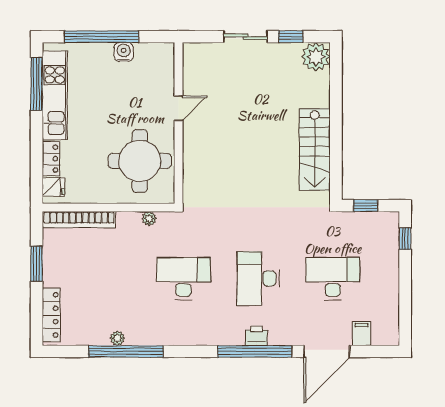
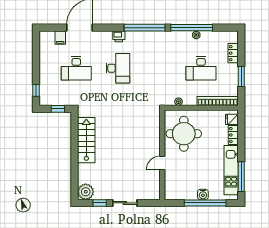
water cooler: (124, 52) -> (203, 194), moved
desk: (183, 279) -> (201, 68), moved
locker: (51, 315) -> (233, 53), width x0.66
window: (255, 351) -> (145, 28), moved

